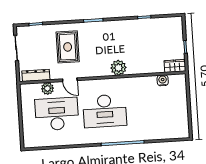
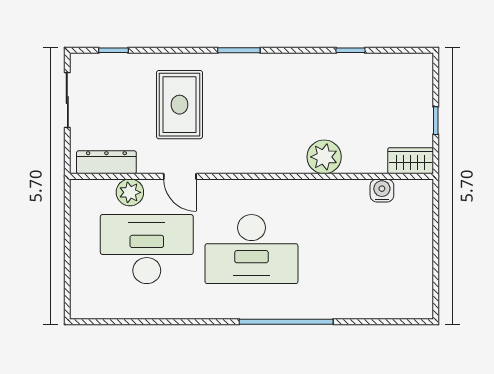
plant: (118, 68) -> (324, 157), moved

